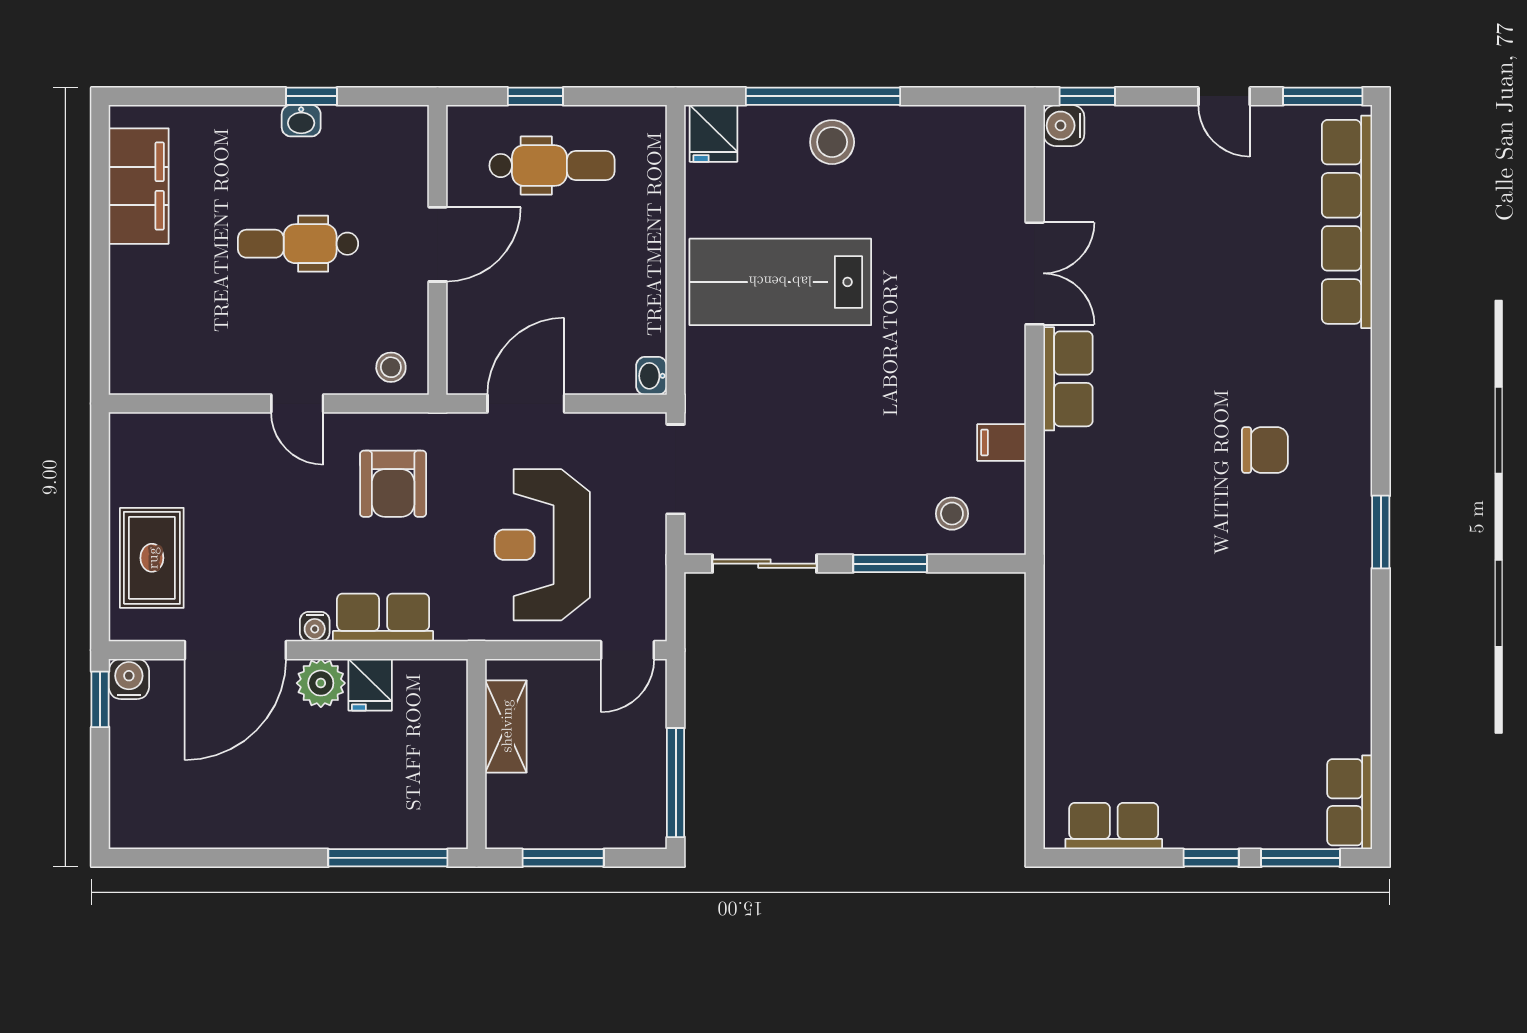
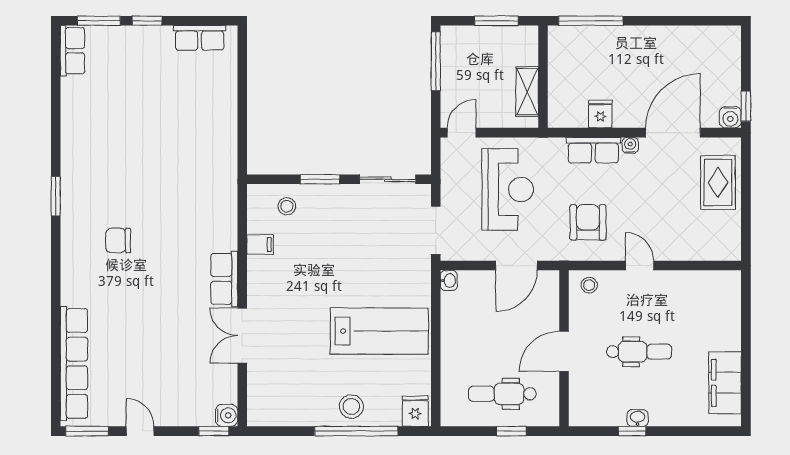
plant: (321, 683) -> (627, 115), removed

